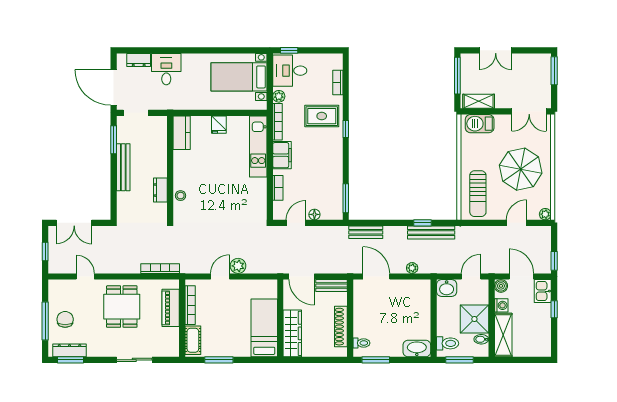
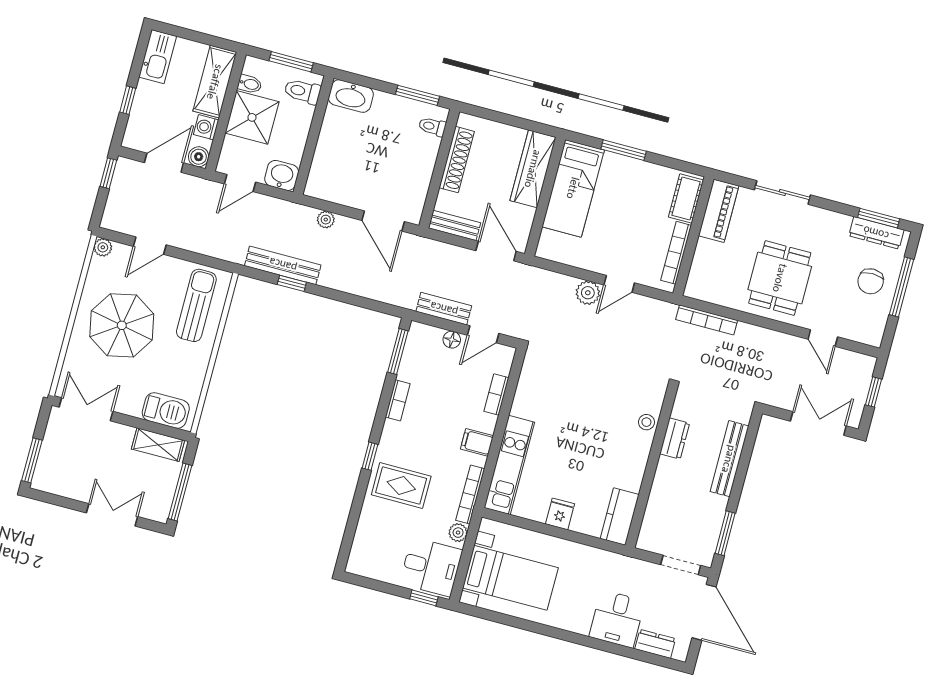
bookcase: (338, 82) -> (398, 400), moved
filing cabinet: (282, 155) -> (477, 442), width x0.50
bench: (123, 167) -> (729, 459), moved
bench: (366, 232) -> (444, 309), moved
door: (521, 277) -> (164, 163), swing flipped
kitchen sink: (543, 291) -> (158, 57), moved, width x1.38
piano: (171, 308) -> (719, 211), moved
window: (219, 360) -> (624, 150), moved

